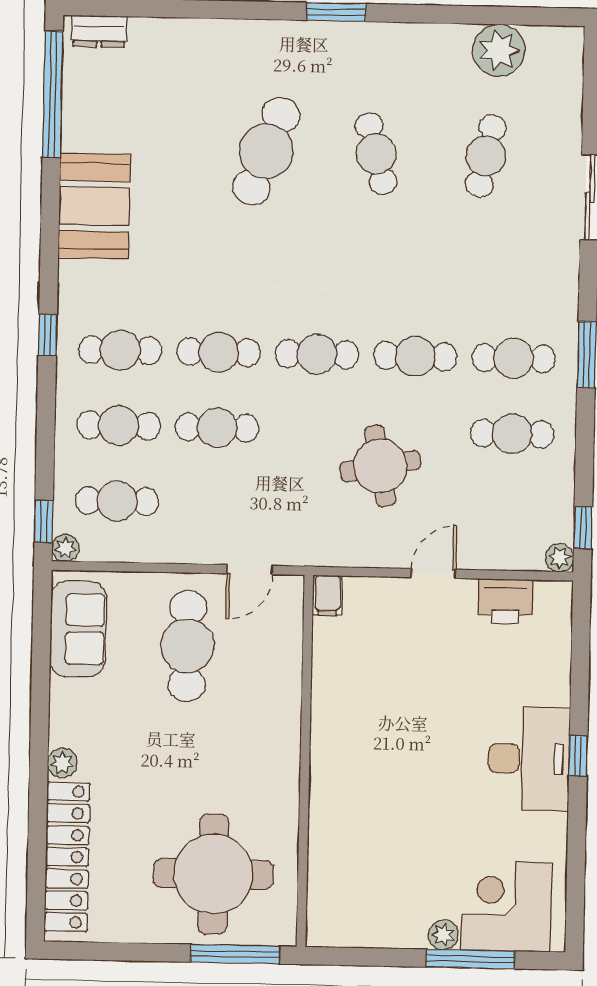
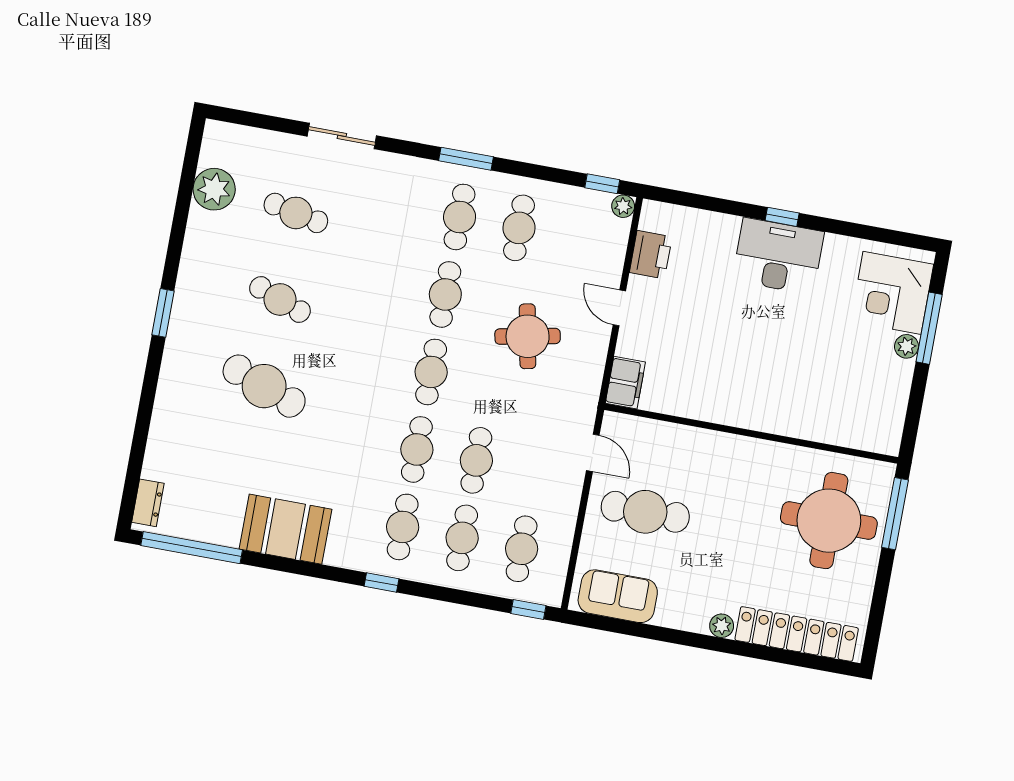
cafe table: (376, 154) -> (280, 299), turned 36
plant: (65, 548) -> (552, 596), removed
filing cabinet: (328, 595) -> (625, 383), width x2.00

